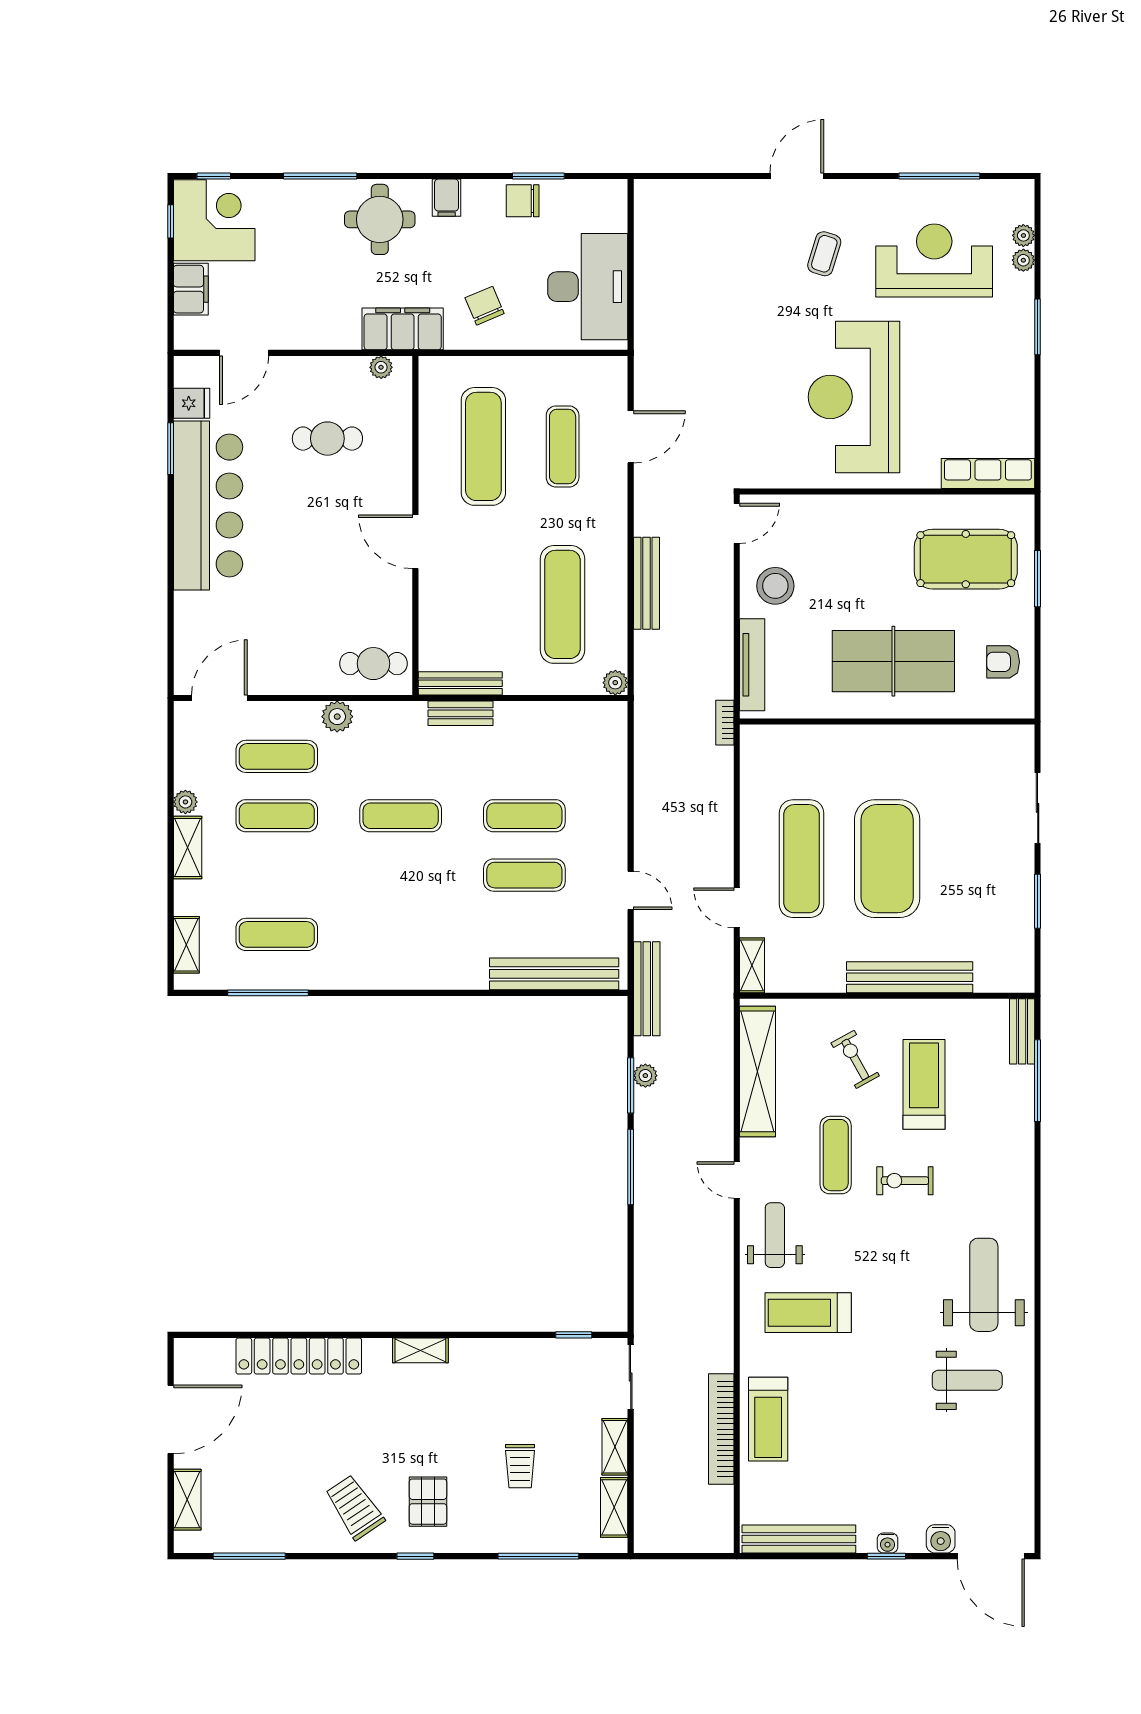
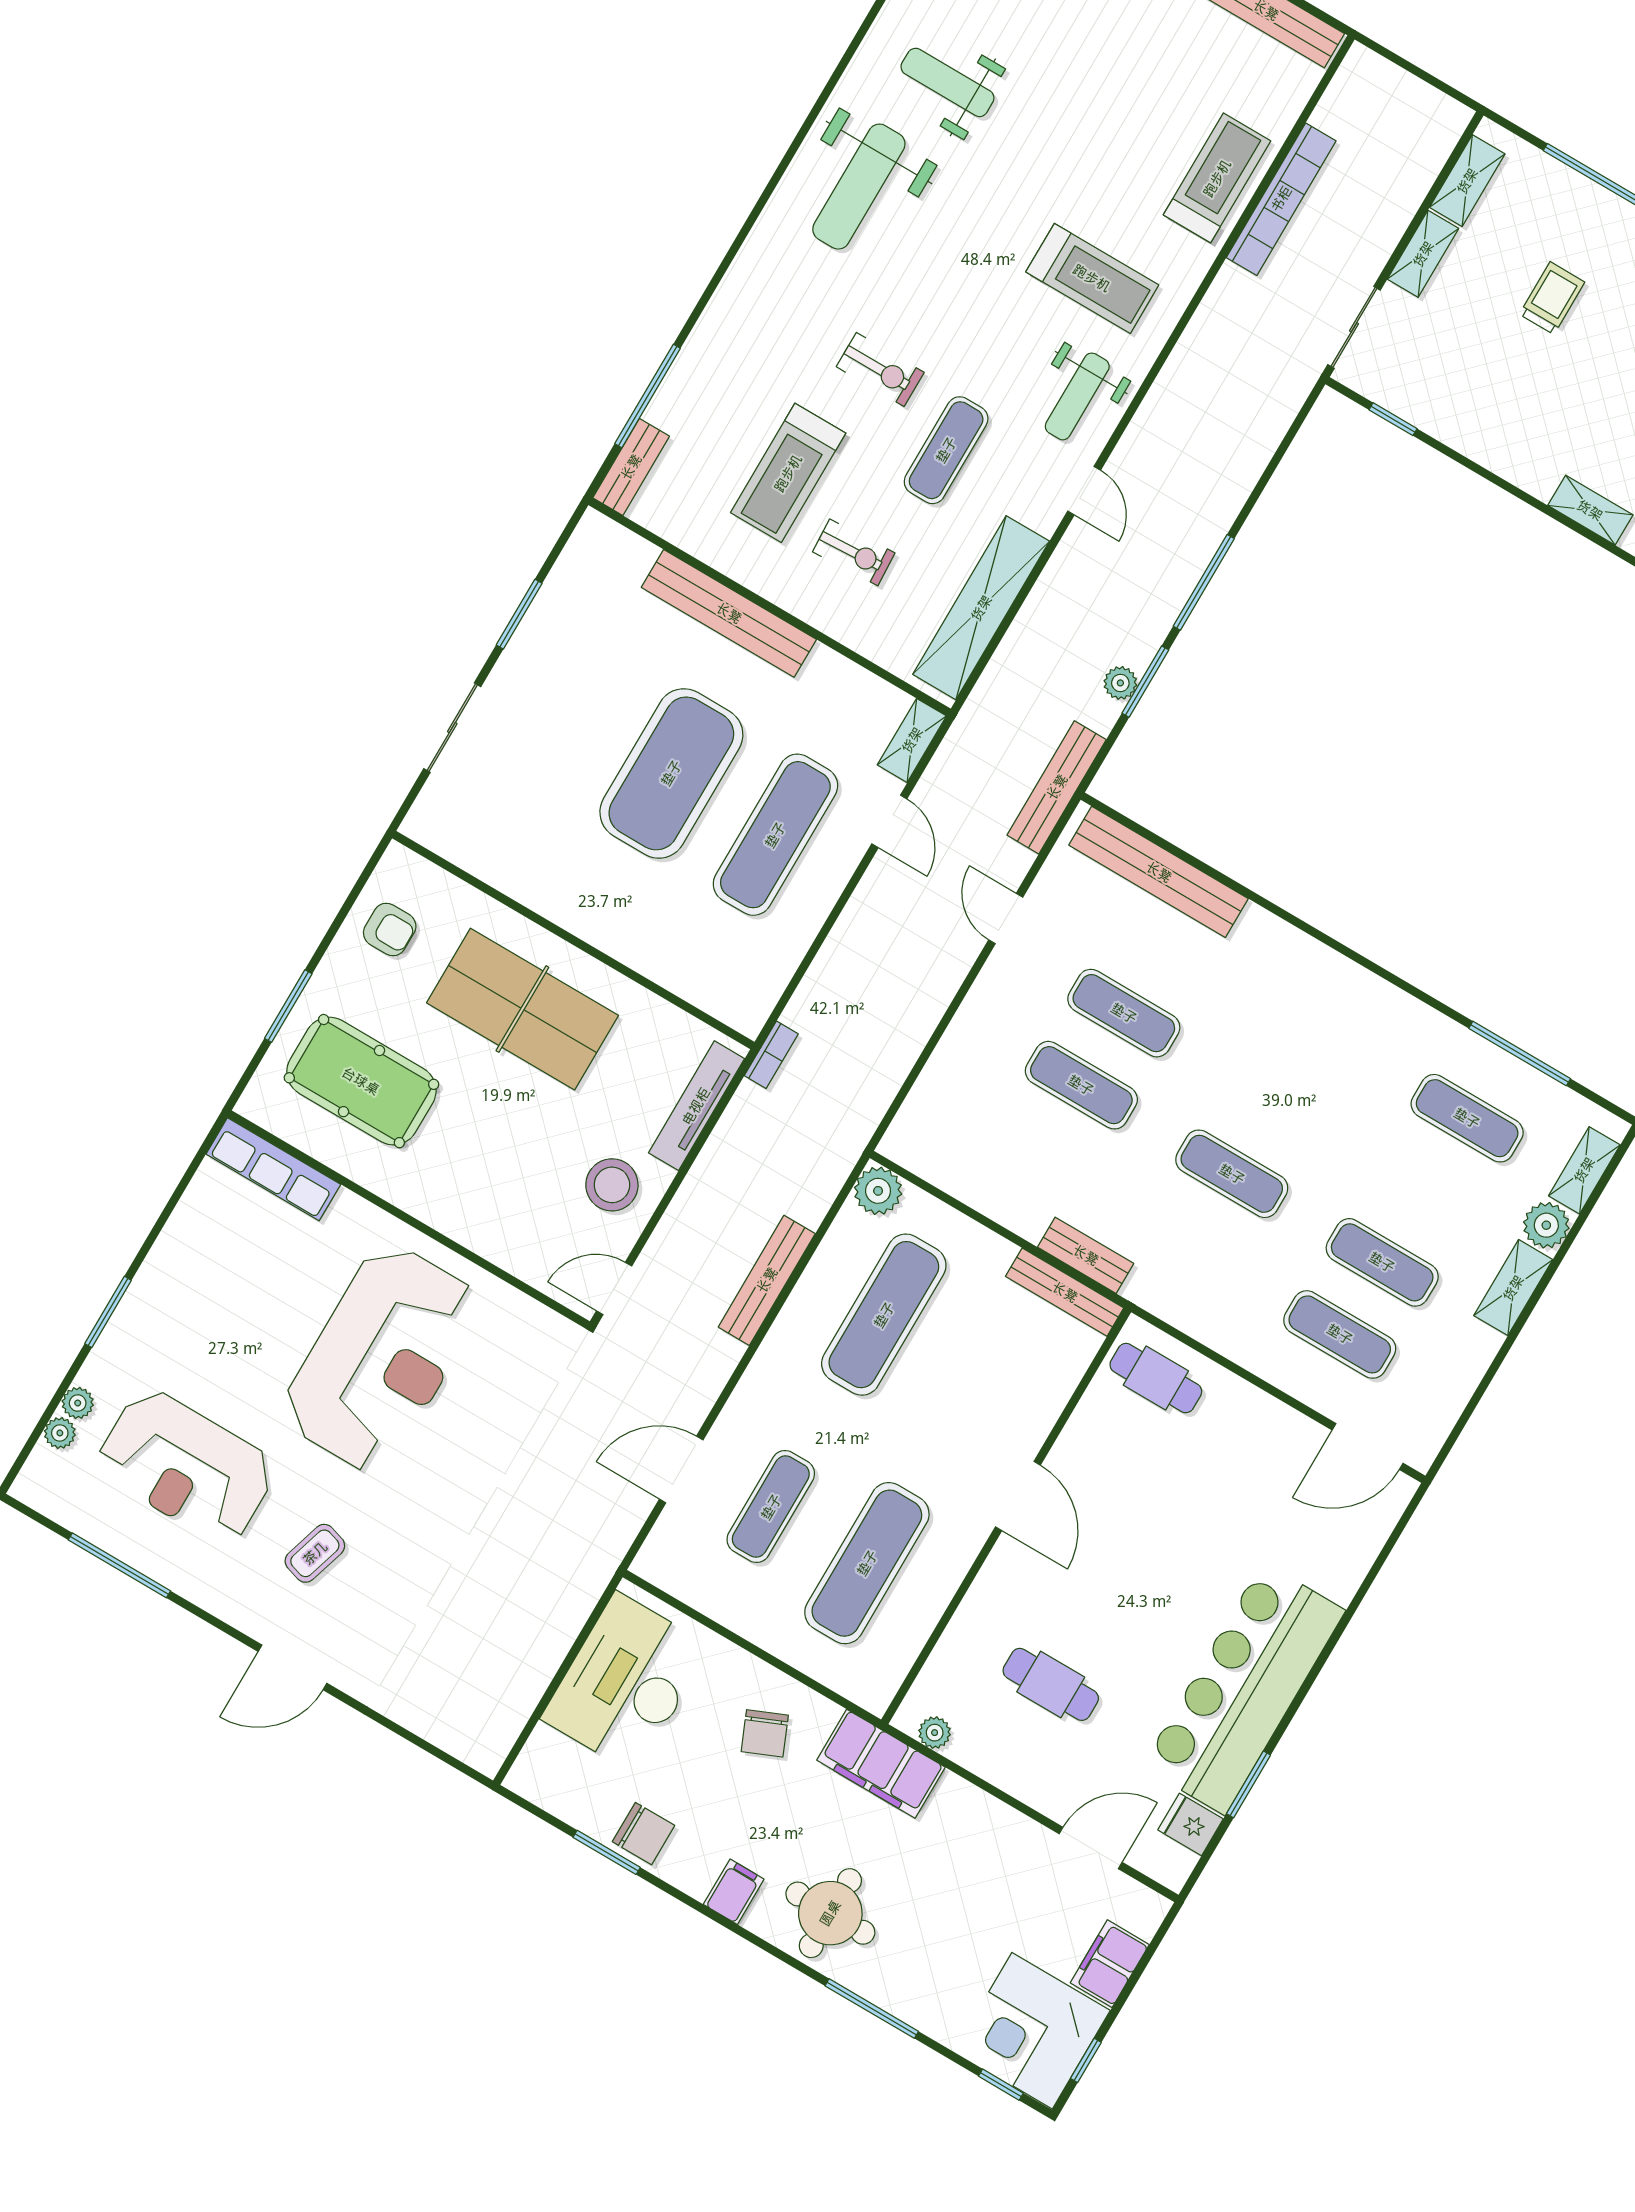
plant: (615, 683) -> (878, 1191), width x1.38, depth x1.38
plant: (337, 717) -> (1238, 1340), removed
plant: (185, 802) -> (1546, 1225), moved, width x1.38, depth x1.38
exercise bike: (855, 1059) -> (854, 552), turned -64

